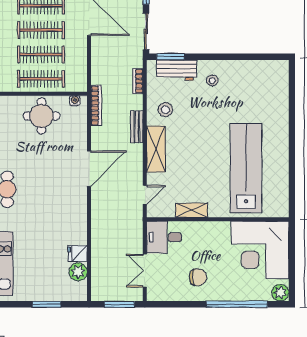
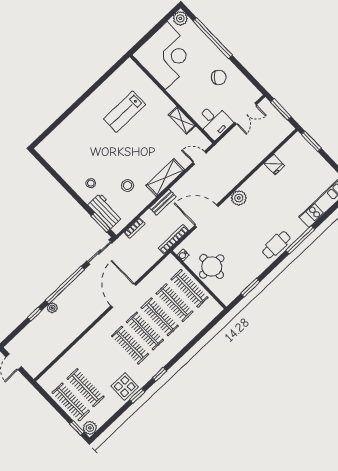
stool: (165, 110) -> (128, 185), moved
lab bench: (246, 168) -> (125, 112), width x0.54, depth x0.72
door: (89, 169) -> (207, 216), moved
plant: (78, 272) -> (239, 198), moved
chair: (198, 277) -> (219, 77), turned 130
window: (47, 304) -> (311, 141), moved

